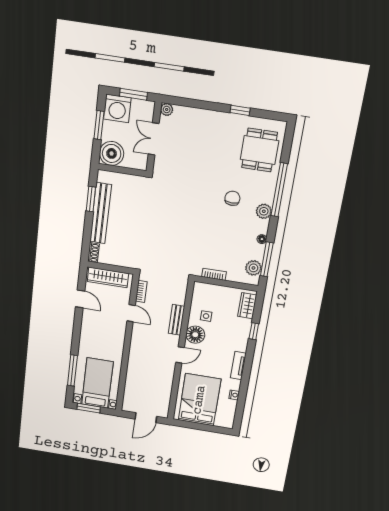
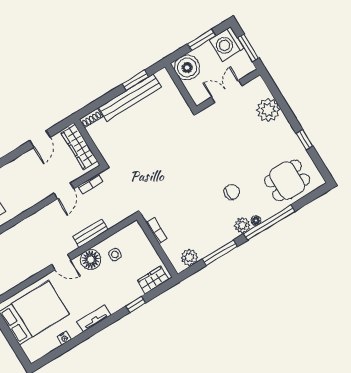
plant: (167, 109) -> (268, 110), moved, width x1.88, depth x1.88
floor lamp: (262, 239) -> (256, 221), moved
window: (267, 259) -> (220, 253), moved

